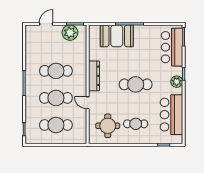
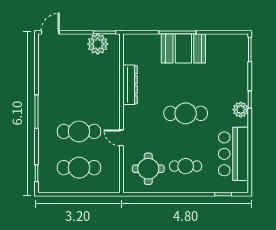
door: (46, 24) -> (50, 32), moved
booth: (117, 36) -> (183, 48), moved
bar counter: (172, 47) -> (234, 64), removed
cafe table: (56, 71) -> (79, 95), removed
dresser: (94, 76) -> (130, 85), moved

